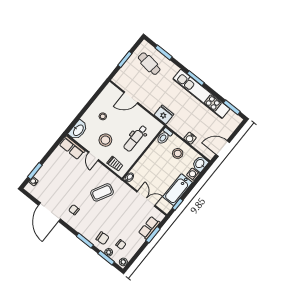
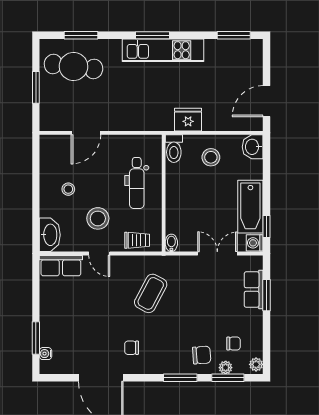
cafe table: (149, 64) -> (73, 66), width x1.37, depth x1.35
kitchen unit: (201, 94) -> (163, 50), width x0.73
fridge: (164, 115) -> (188, 120), moved
water cooler: (190, 138) -> (211, 123), removed
washing machine: (193, 174) -> (255, 243), moved

